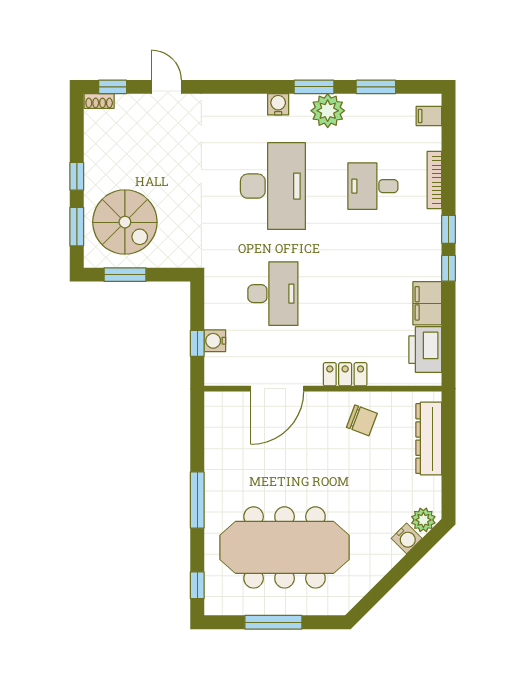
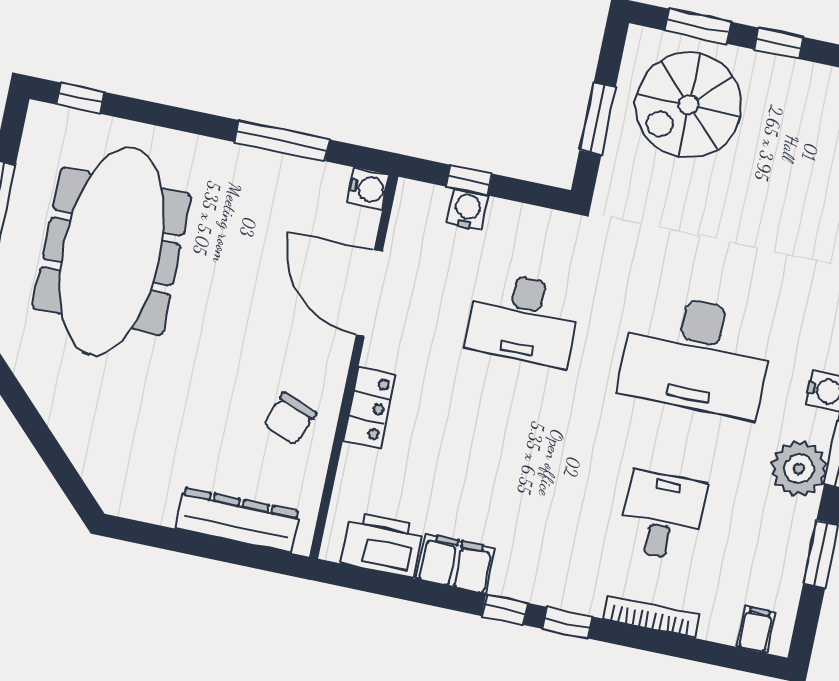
window: (125, 275) -> (597, 119), moved
window: (197, 500) -> (282, 141), moved
plant: (423, 520) -> (109, 484), removed
water cooler: (407, 538) -> (368, 189), moved, turned -135

